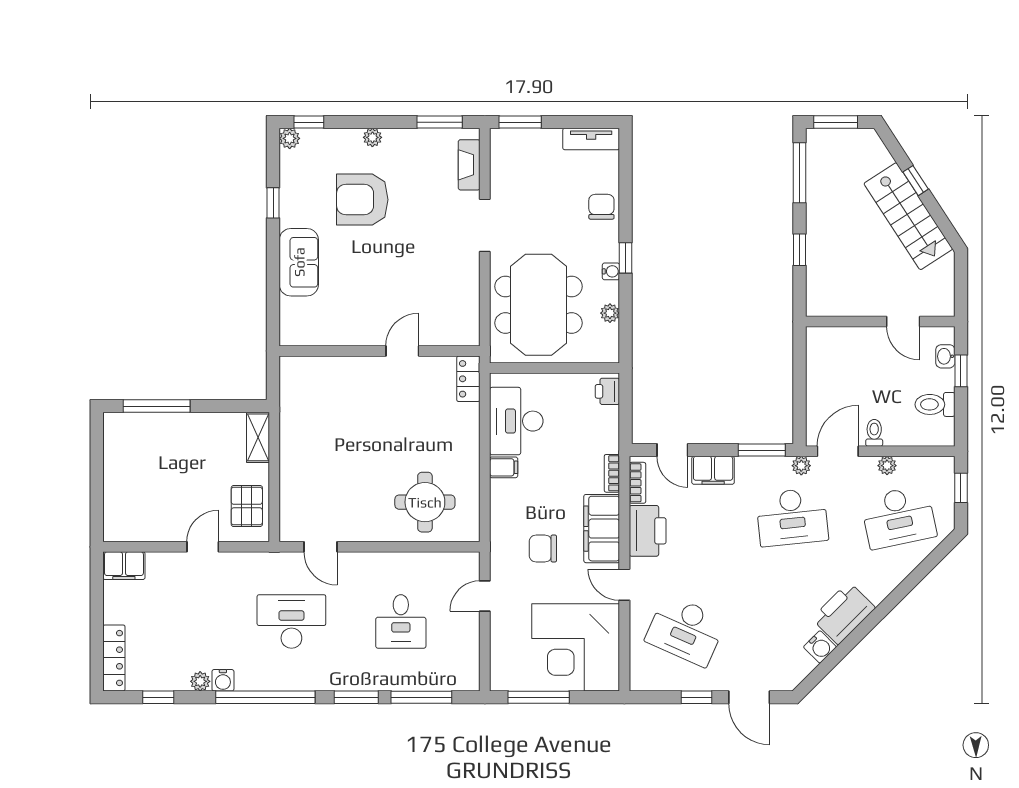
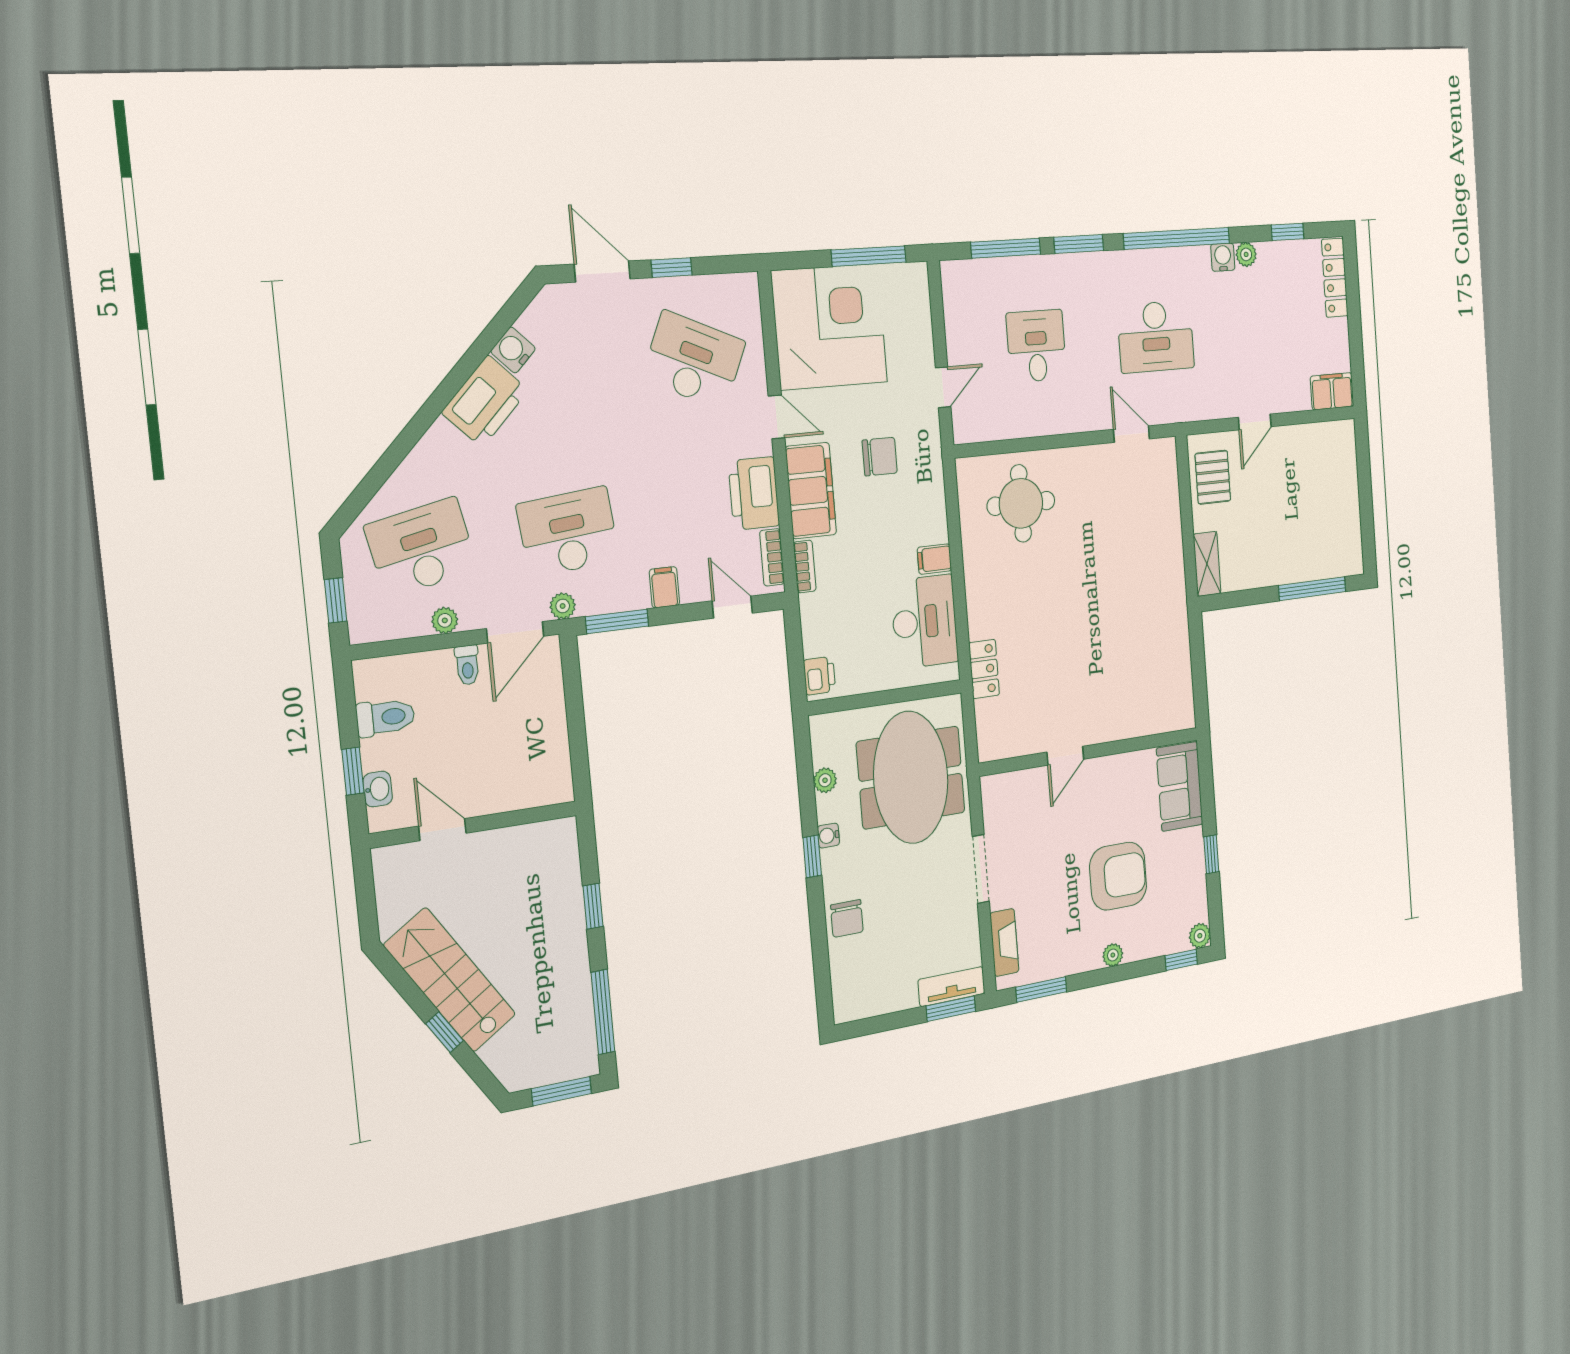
tv unit: (591, 139) -> (952, 987), moved
wall: (380, 351) -> (1090, 752), moved
door: (402, 351) -> (1065, 756), moved
filing cabinet: (713, 470) -> (664, 587), width x0.50

